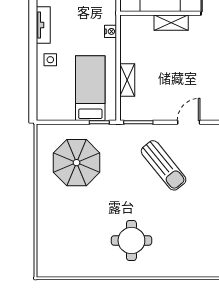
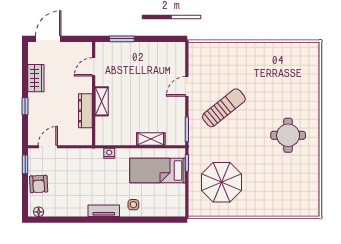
door: (189, 122) -> (187, 86), hinge flipped

